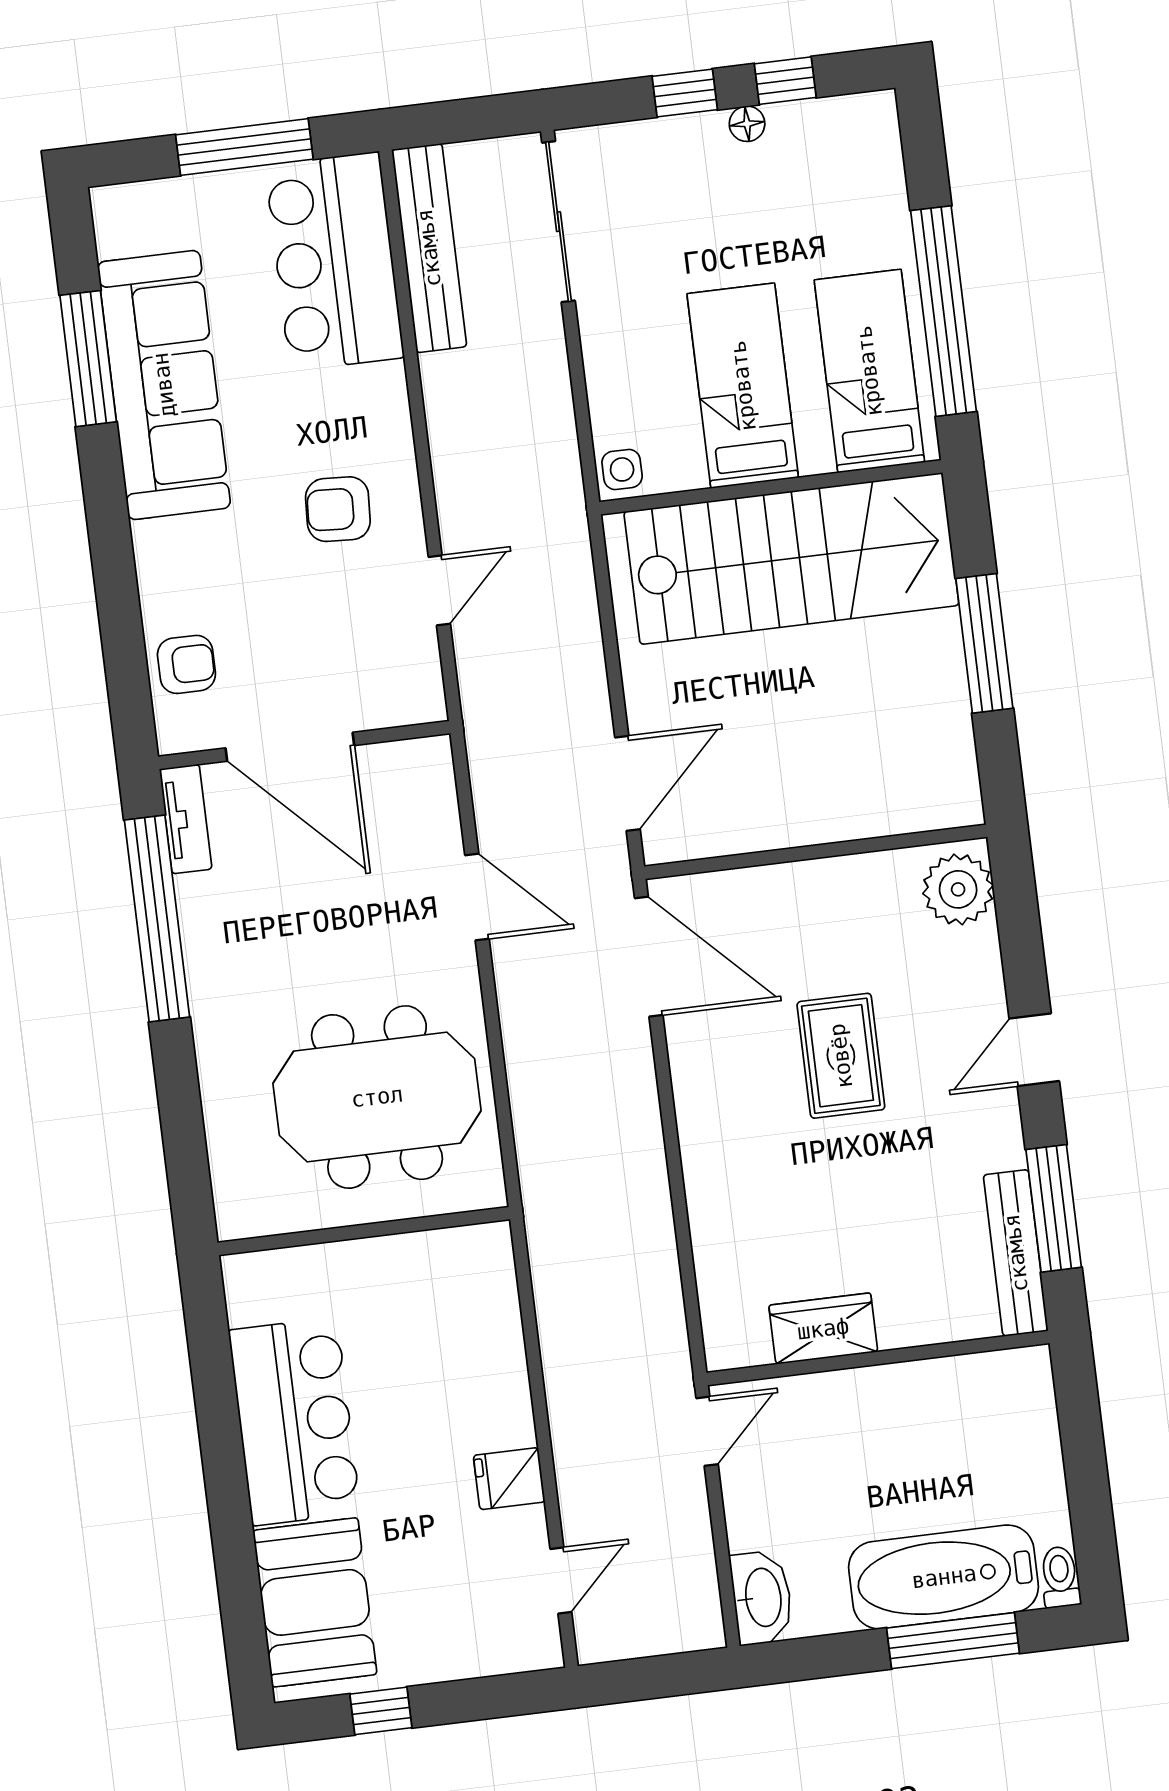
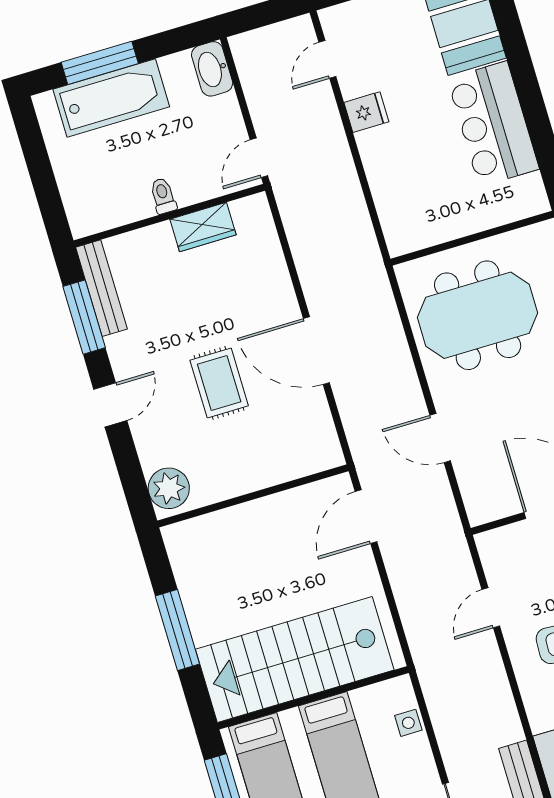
side table: (622, 469) -> (408, 723), moved
door: (649, 957) -> (316, 351), moved
toilet: (1060, 1577) -> (163, 196), moved, turned 180

